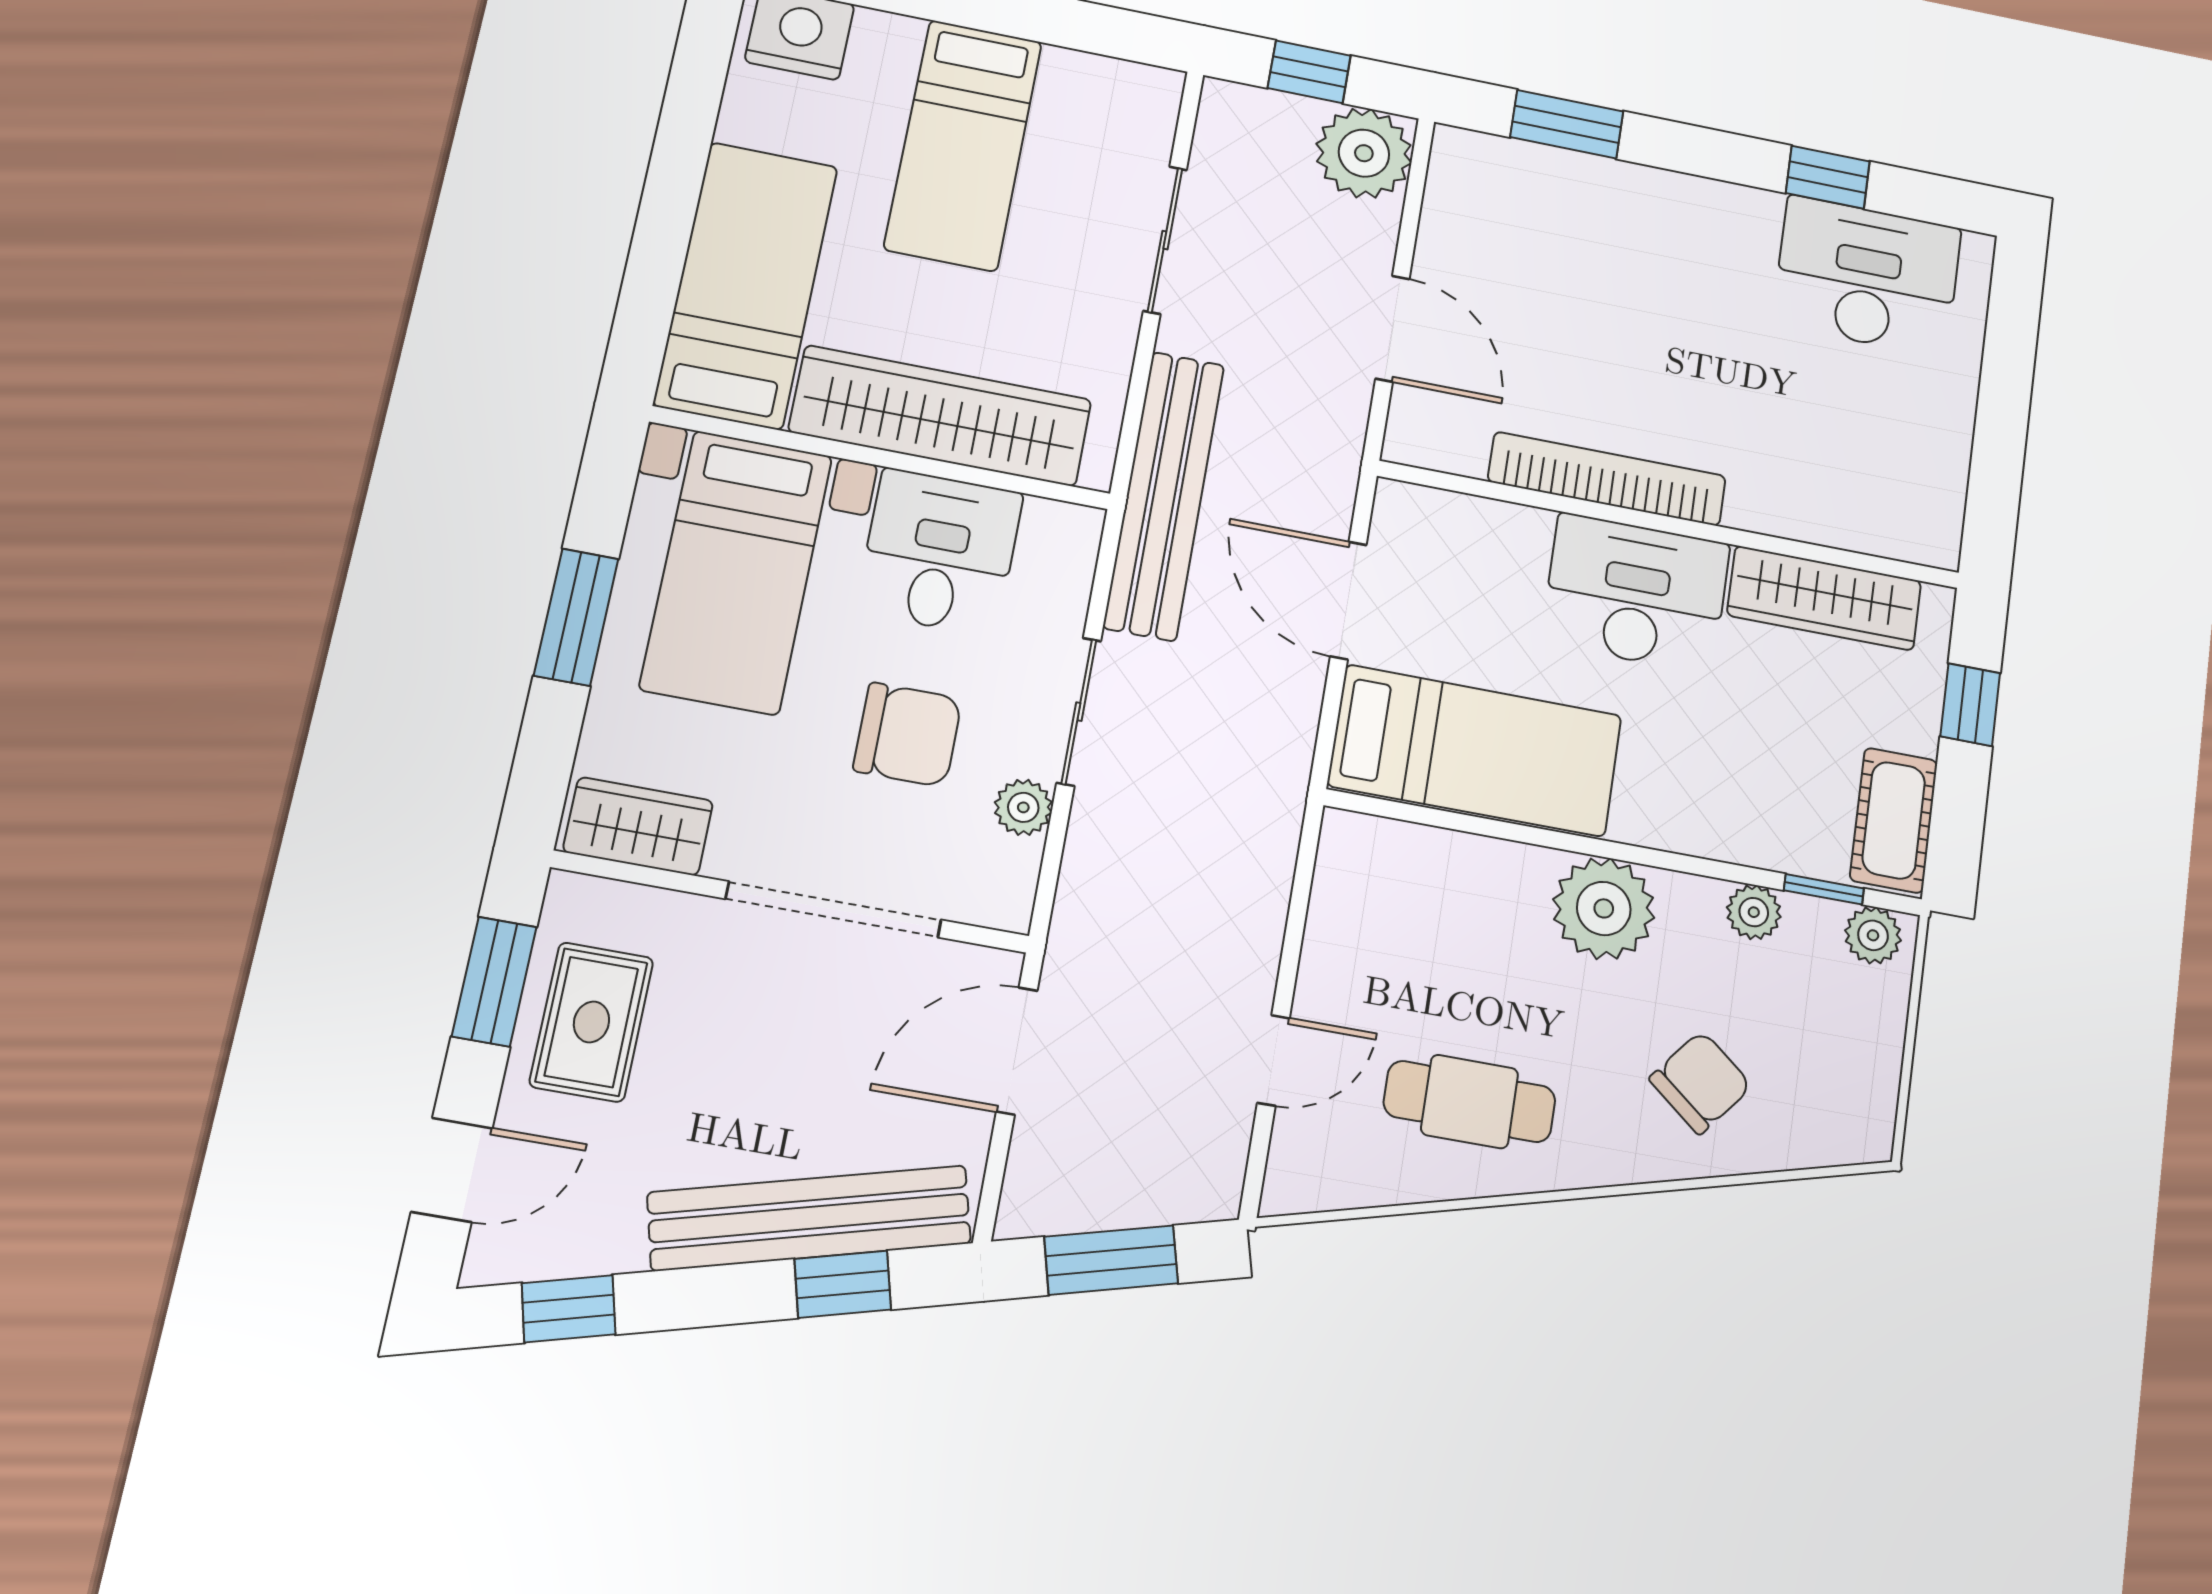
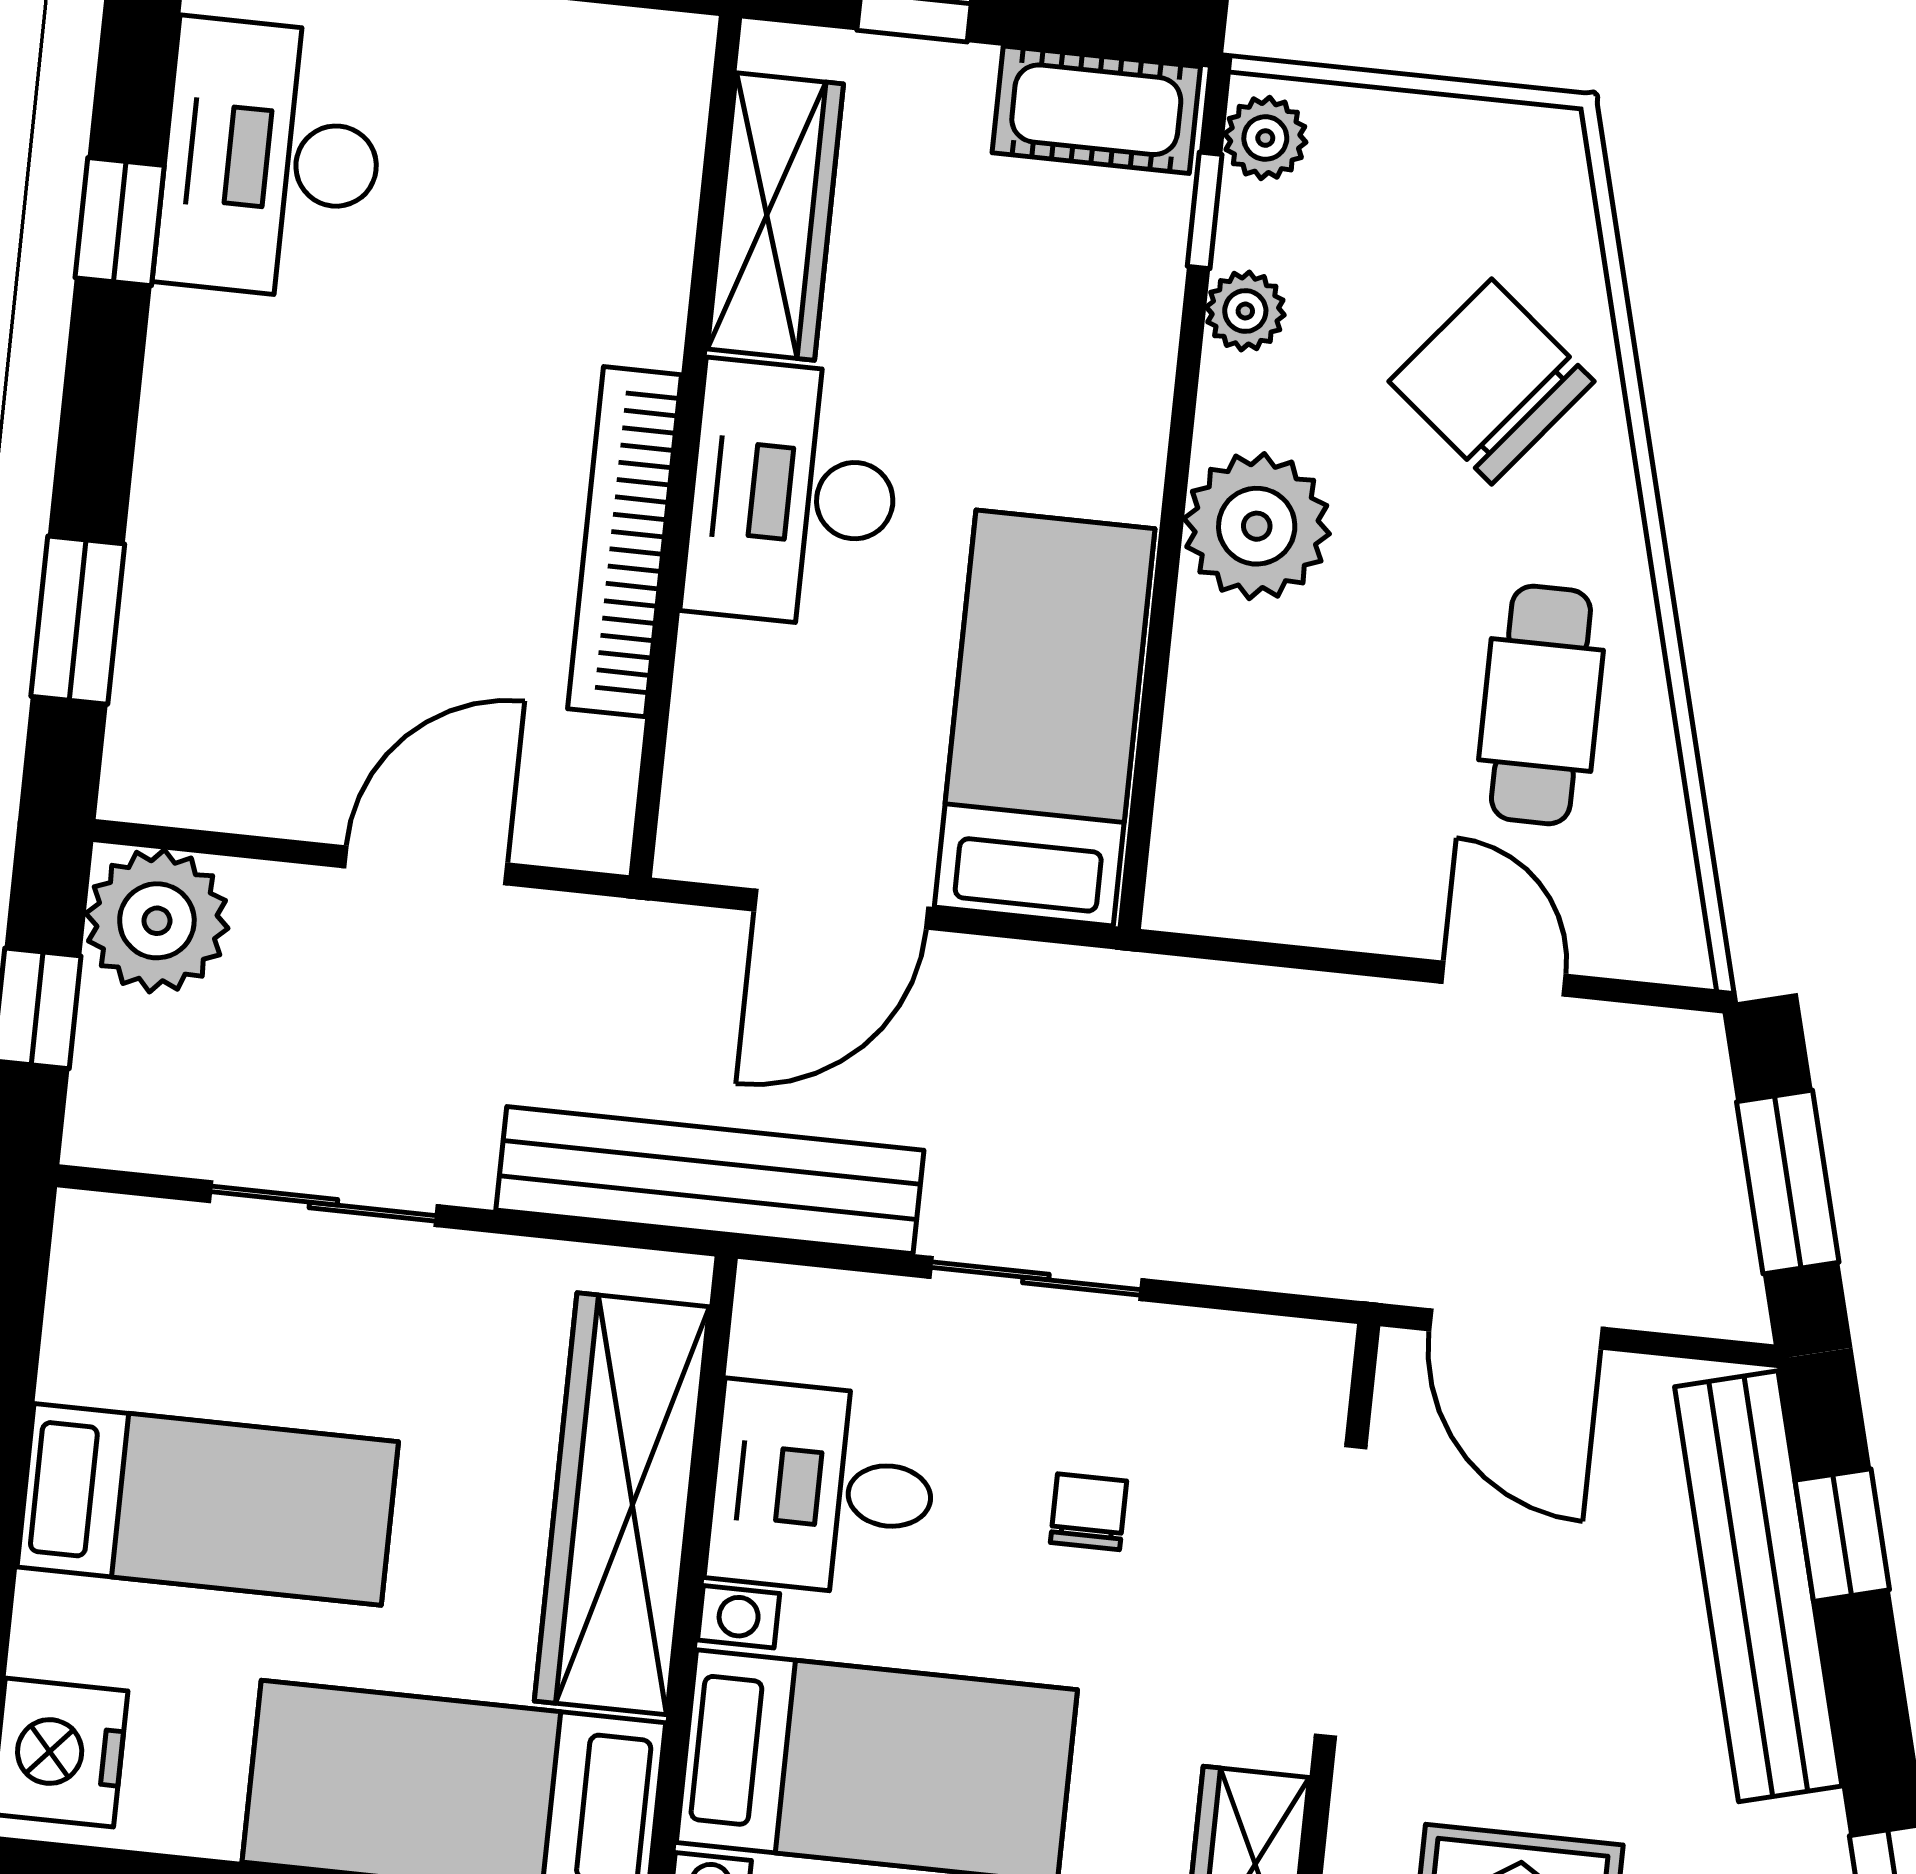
chair: (908, 735) -> (1089, 1512), width x0.54, depth x0.54
plant: (1023, 807) -> (1178, 1345), removed
chair: (1701, 1082) -> (1492, 381), width x1.37, depth x1.37

